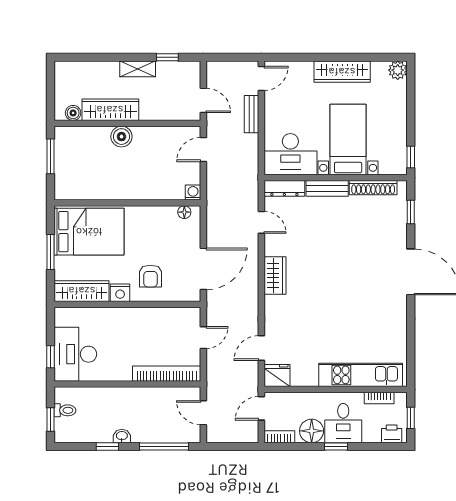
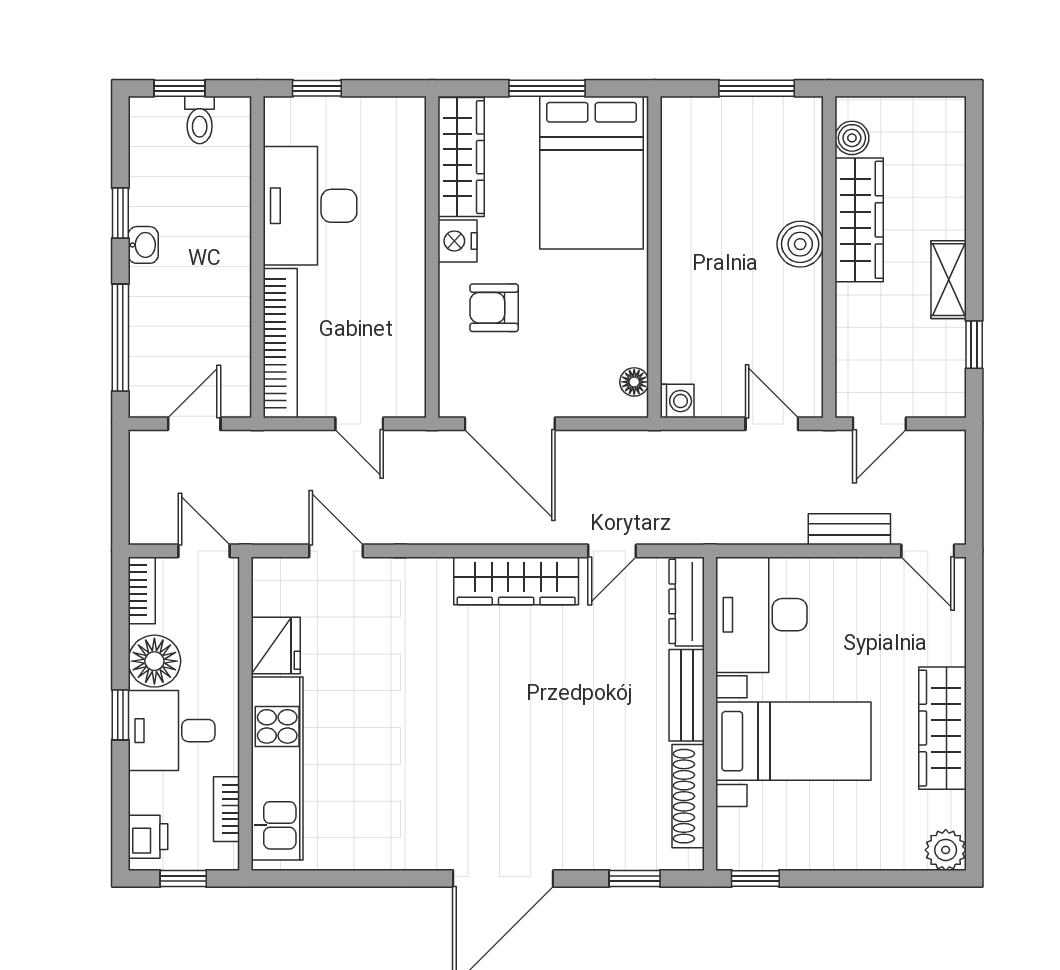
wardrobe: (275, 275) -> (516, 581), width x1.50
desk: (75, 354) -> (310, 206), moved, turned -90
fridge: (277, 376) -> (276, 645), moved

